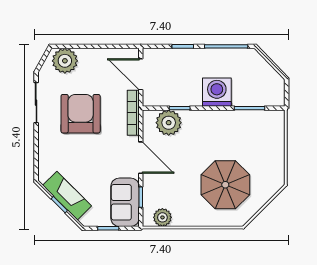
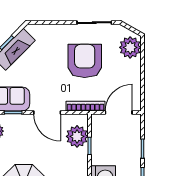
armchair: (81, 114) -> (85, 61), turned -90
door: (141, 158) -> (47, 113), hinge flipped

